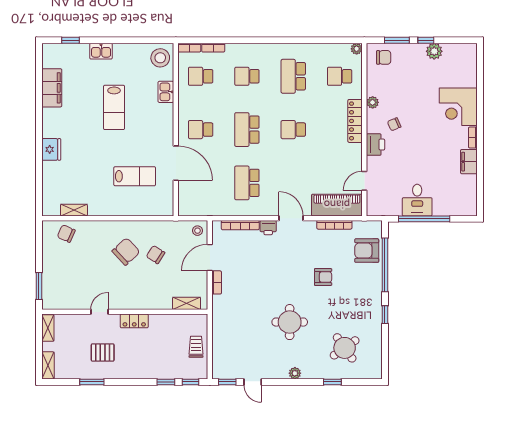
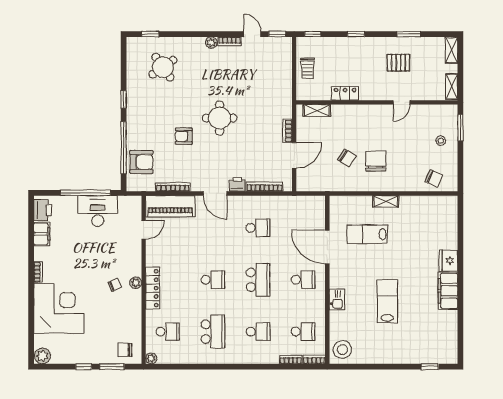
kitchen sink: (101, 51) -> (400, 356), removed
plant: (434, 51) -> (42, 356), moved
filing cabinet: (52, 88) -> (448, 291), moved
kitchen sink: (166, 92) -> (337, 300), moved
plant: (373, 102) -> (136, 283), moved
corner desk: (458, 107) -> (59, 308), width x1.36, depth x1.36
printer: (376, 145) -> (43, 210), moved, turned 180
filing cabinet: (469, 162) -> (42, 234), moved
school desk: (247, 183) -> (258, 228), width x0.54
desk: (417, 200) -> (98, 211), width x1.37
shelving: (74, 210) -> (386, 201), moved
stool: (197, 231) -> (441, 141), moved
chair: (126, 252) -> (376, 161), turned 133
locker: (134, 321) -> (345, 93), moved
round table: (290, 322) -> (220, 118), moved
bookcase: (276, 374) -> (230, 41), added
window: (166, 382) -> (356, 34), moved
window: (332, 382) -> (150, 34), moved

